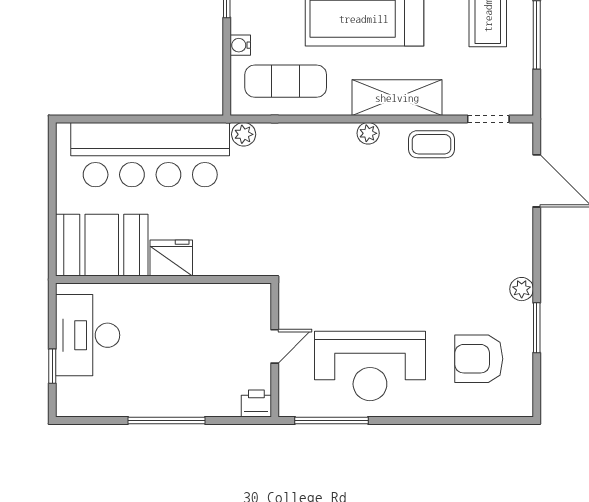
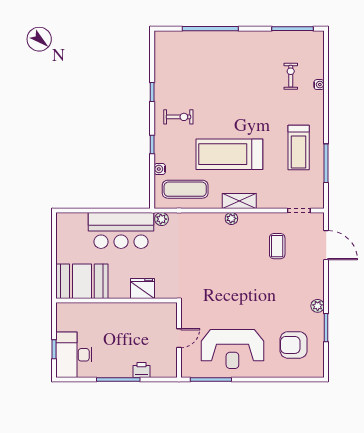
shelving: (397, 98) -> (239, 201), width x0.67, depth x0.75
coffee table: (432, 144) -> (277, 246), moved, turned 90
bar counter: (150, 155) -> (121, 230), width x0.73
fridge: (171, 258) -> (143, 288), moved
desk: (88, 335) -> (74, 355), moved
printer: (256, 403) -> (141, 370), moved

